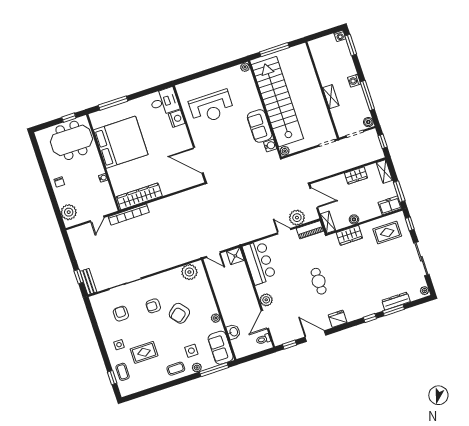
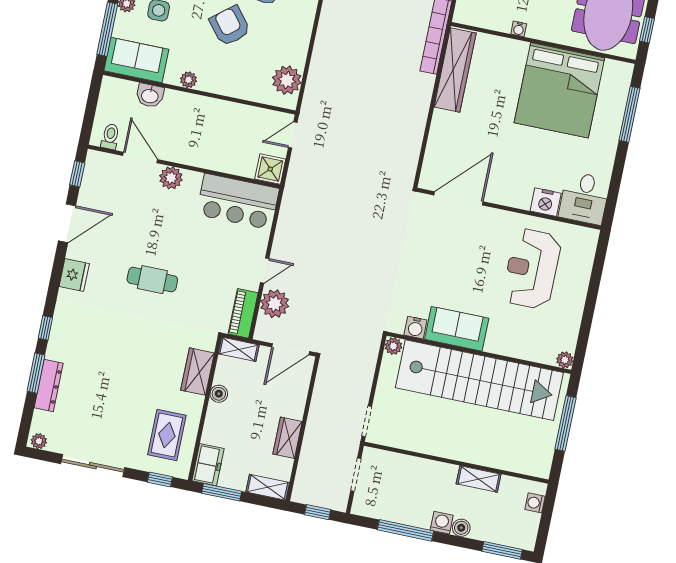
washing machine: (340, 36) -> (535, 503), moved
shelving: (331, 97) -> (479, 479), moved
boiler: (368, 122) -> (461, 528), moved

